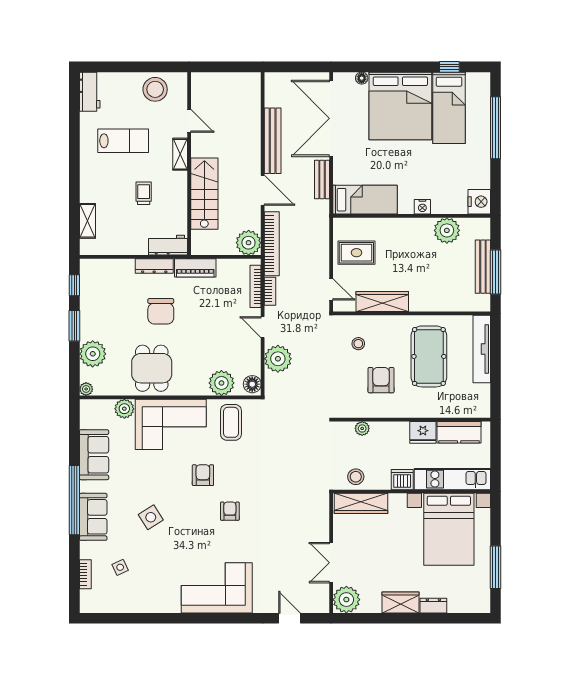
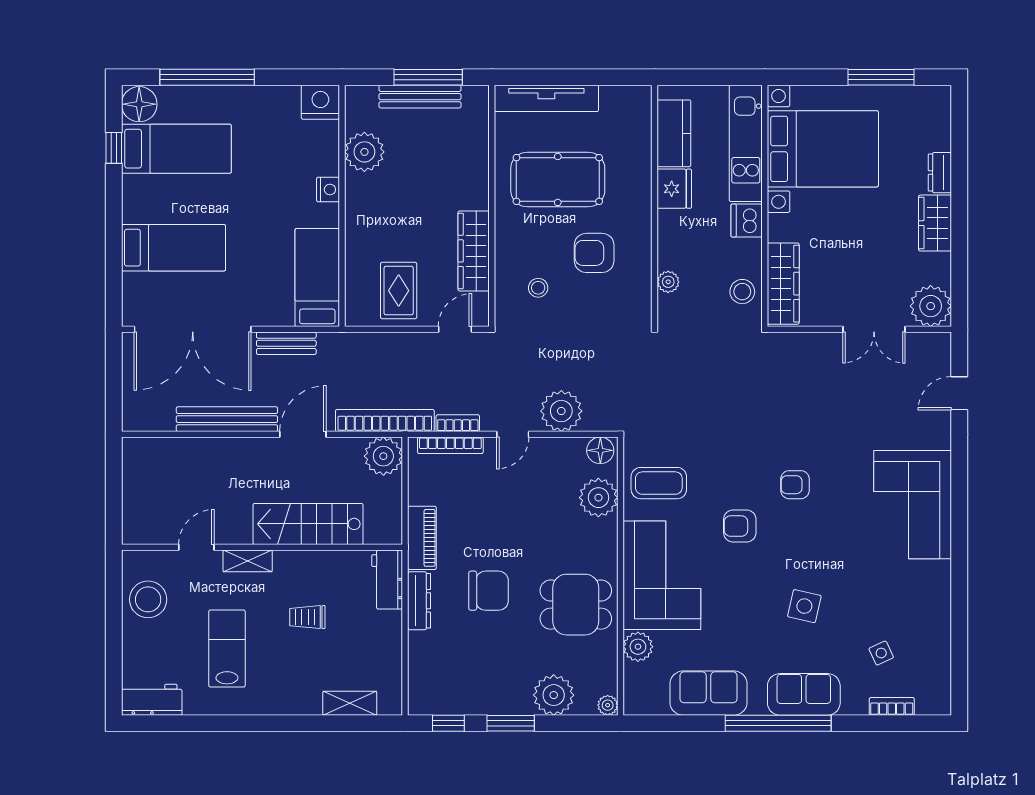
floor lamp: (362, 78) -> (139, 104), moved, width x1.89, depth x1.89
bed: (400, 106) -> (173, 248), width x0.49
side table: (151, 517) -> (804, 606), turned 45

